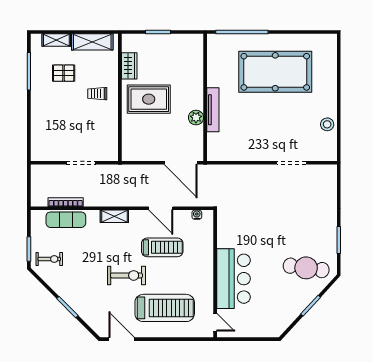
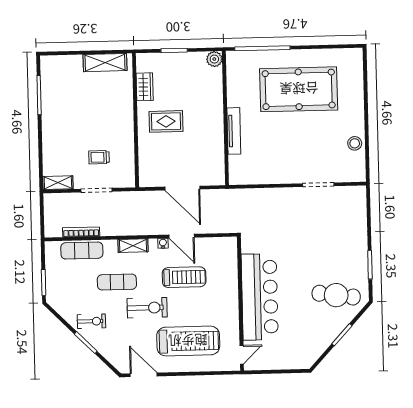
shelving: (56, 40) -> (58, 183), moved
pallet: (64, 73) -> (76, 96), removed
trolley: (97, 94) -> (99, 157), moved
rug: (149, 99) -> (166, 121), width x0.73, depth x0.70
plant: (196, 118) -> (214, 59), moved
door: (181, 163) -> (182, 188), moved
water cooler: (197, 215) -> (163, 243), moved
exercise mat: (98, 250) -> (117, 282), added
exercise bike: (49, 259) -> (91, 321), moved
bar counter: (233, 279) -> (260, 297), width x1.36
door: (215, 322) -> (242, 355), hinge flipped

